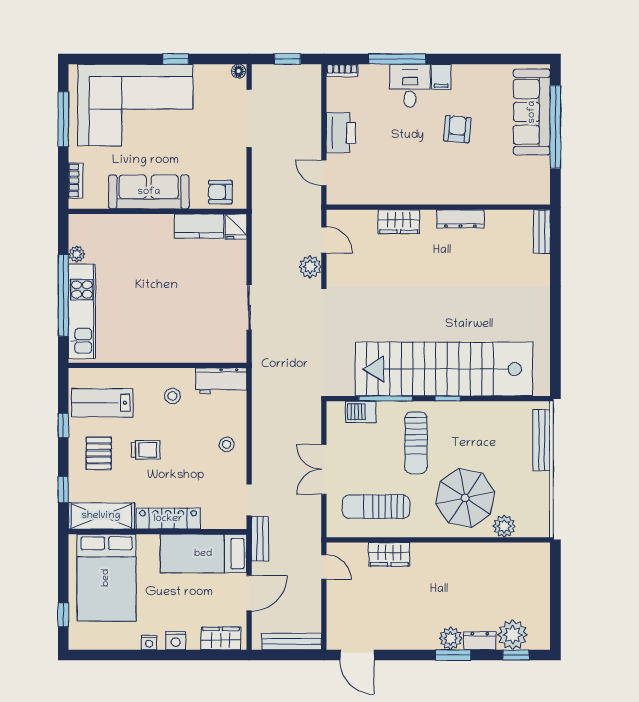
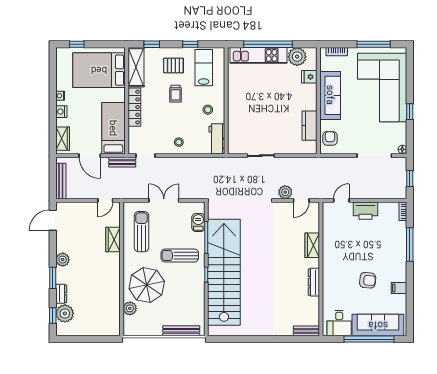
filing cabinet: (441, 77) -> (399, 288), moved
desk: (410, 86) -> (339, 323), moved, turned 90
fridge: (236, 227) -> (309, 77), moved
plant: (77, 254) -> (297, 57), width x1.87, depth x1.87
plant: (451, 638) -> (63, 260), moved

